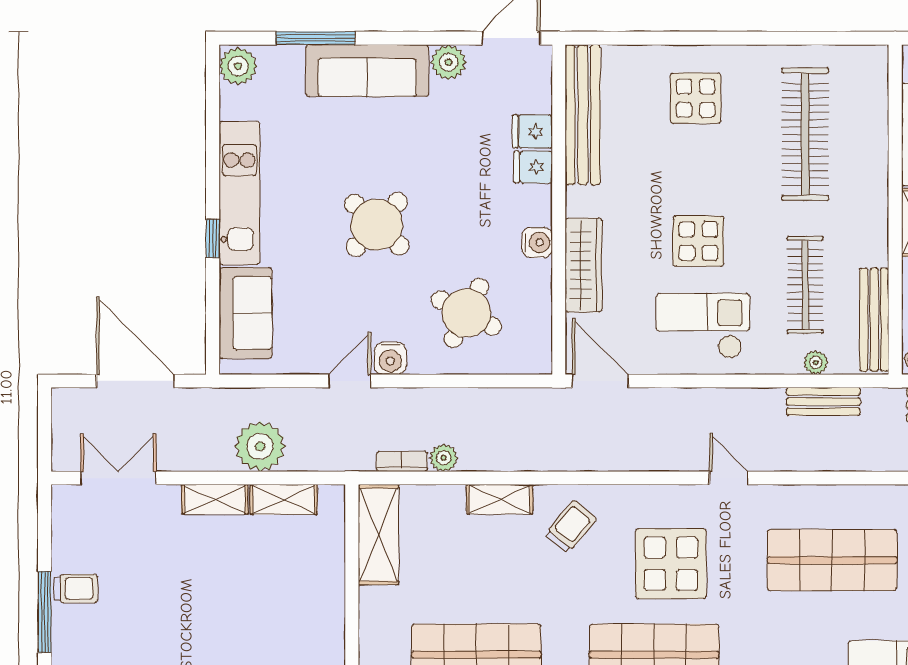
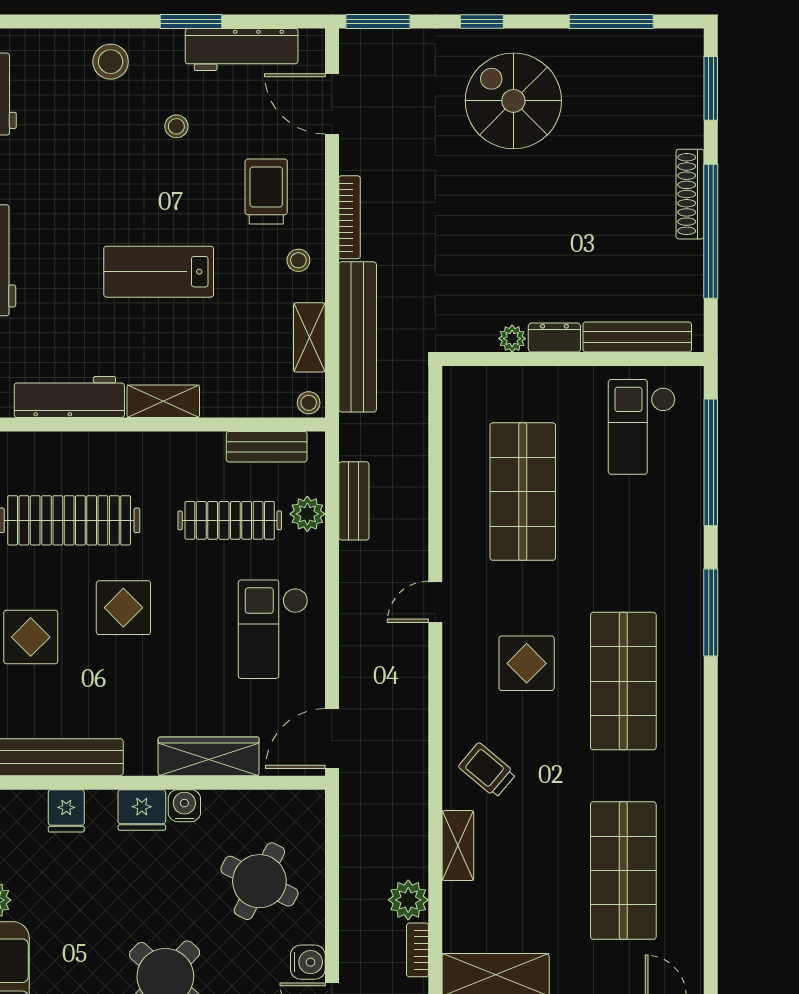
fridge: (533, 167) -> (142, 810), moved, width x1.38
display table: (698, 241) -> (123, 608), moved
bench: (874, 320) -> (267, 447), width x0.73
plant: (816, 362) -> (307, 514), width x1.38, depth x1.38
plant: (444, 458) -> (408, 900), width x1.38, depth x1.38
display table: (671, 564) -> (527, 663), width x0.73, depth x0.73

